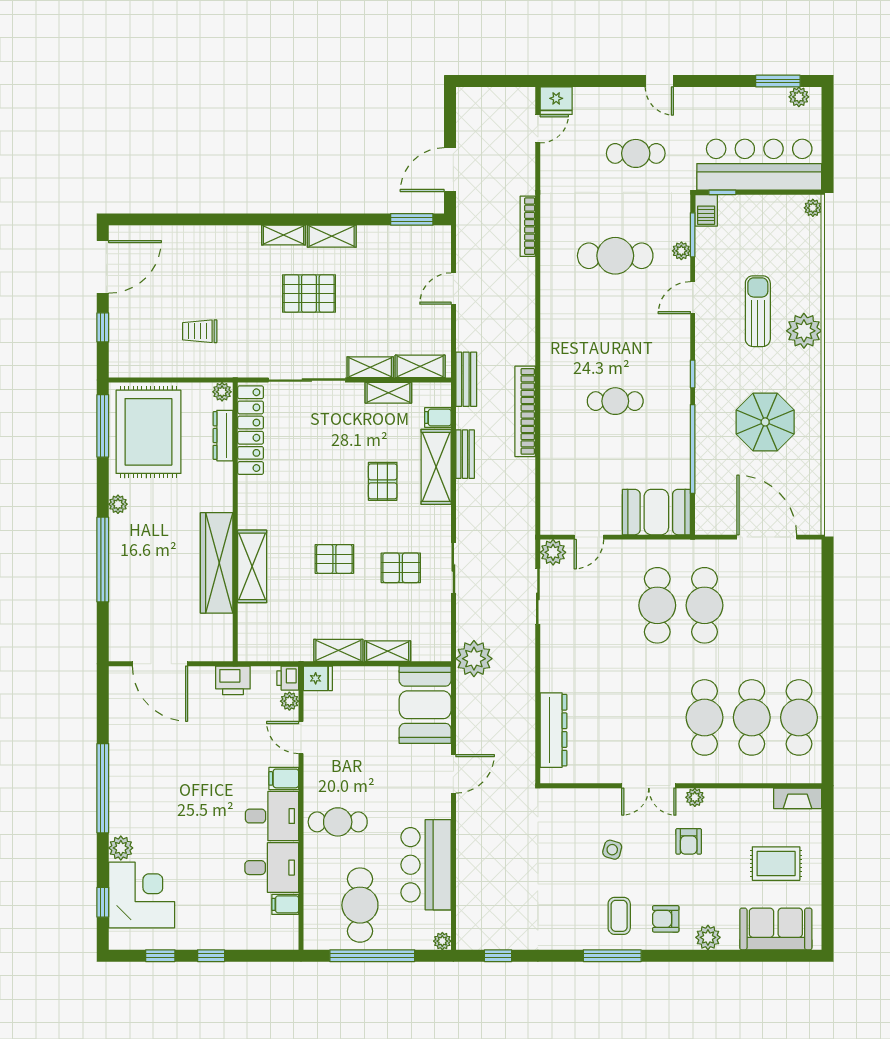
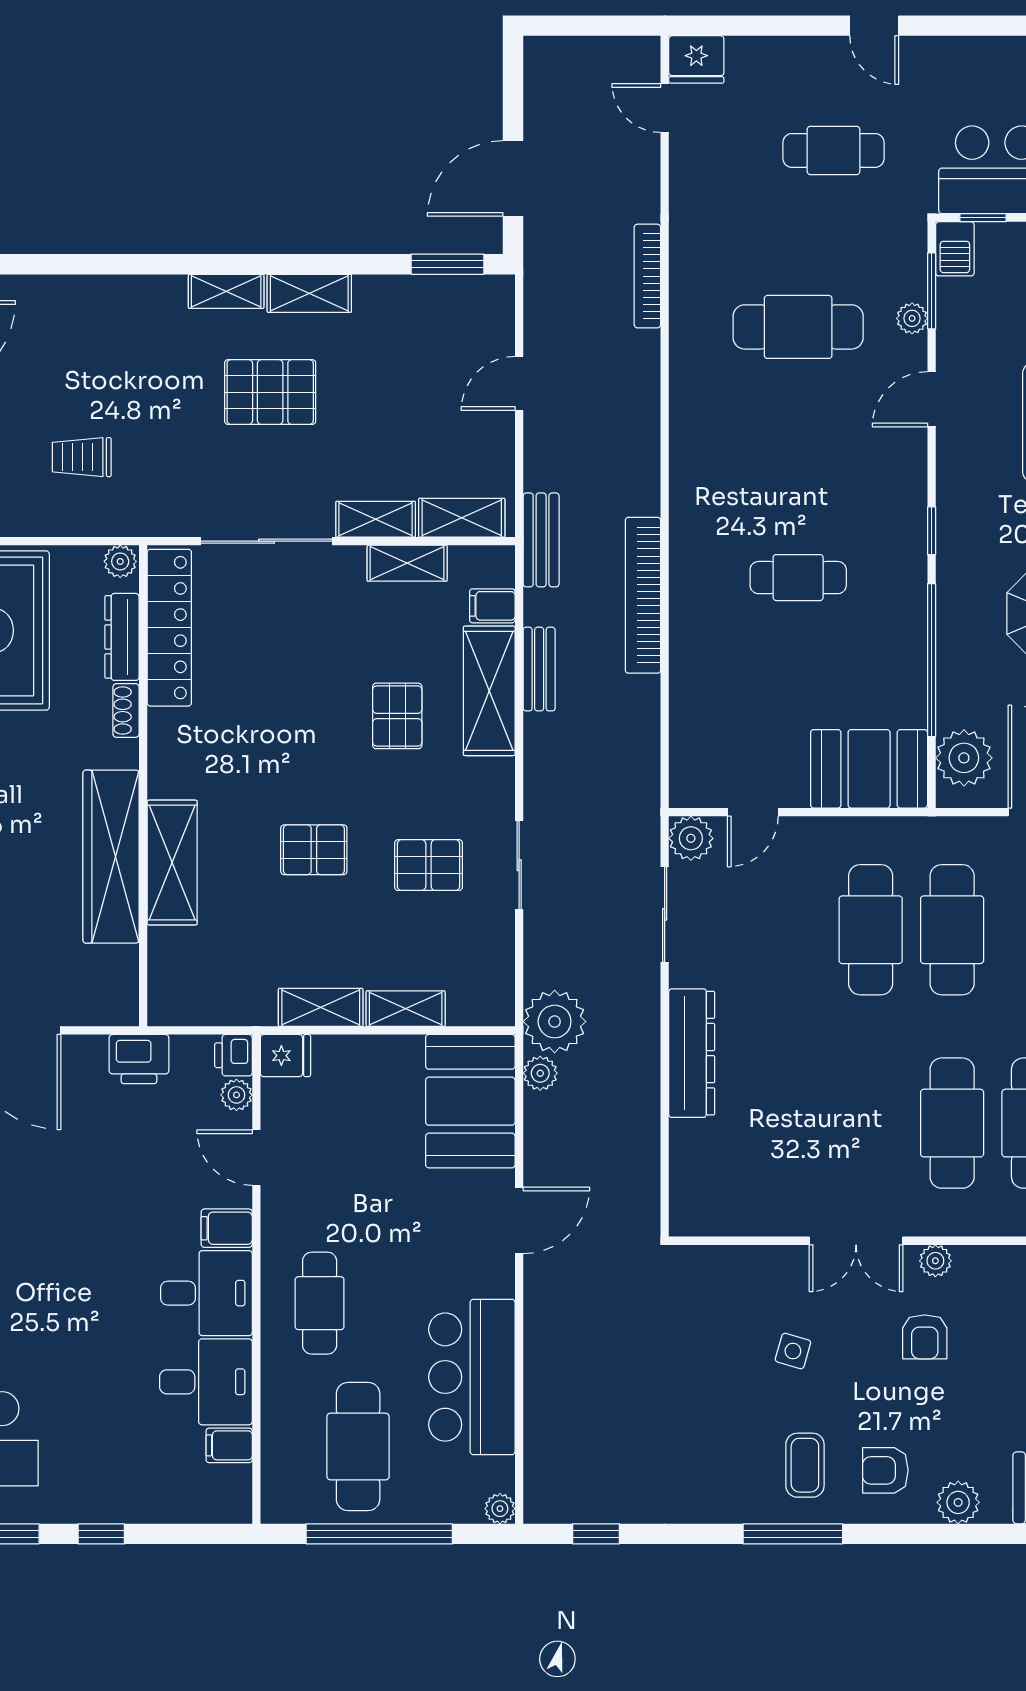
door: (538, 129) -> (665, 108), swing flipped
shoe rack: (225, 478) -> (126, 711), added
plant: (711, 506) -> (964, 758), added
plant: (466, 689) -> (540, 1073), added
dresser: (553, 730) -> (692, 1053), moved
cafe table: (338, 822) -> (320, 1303), turned 90

